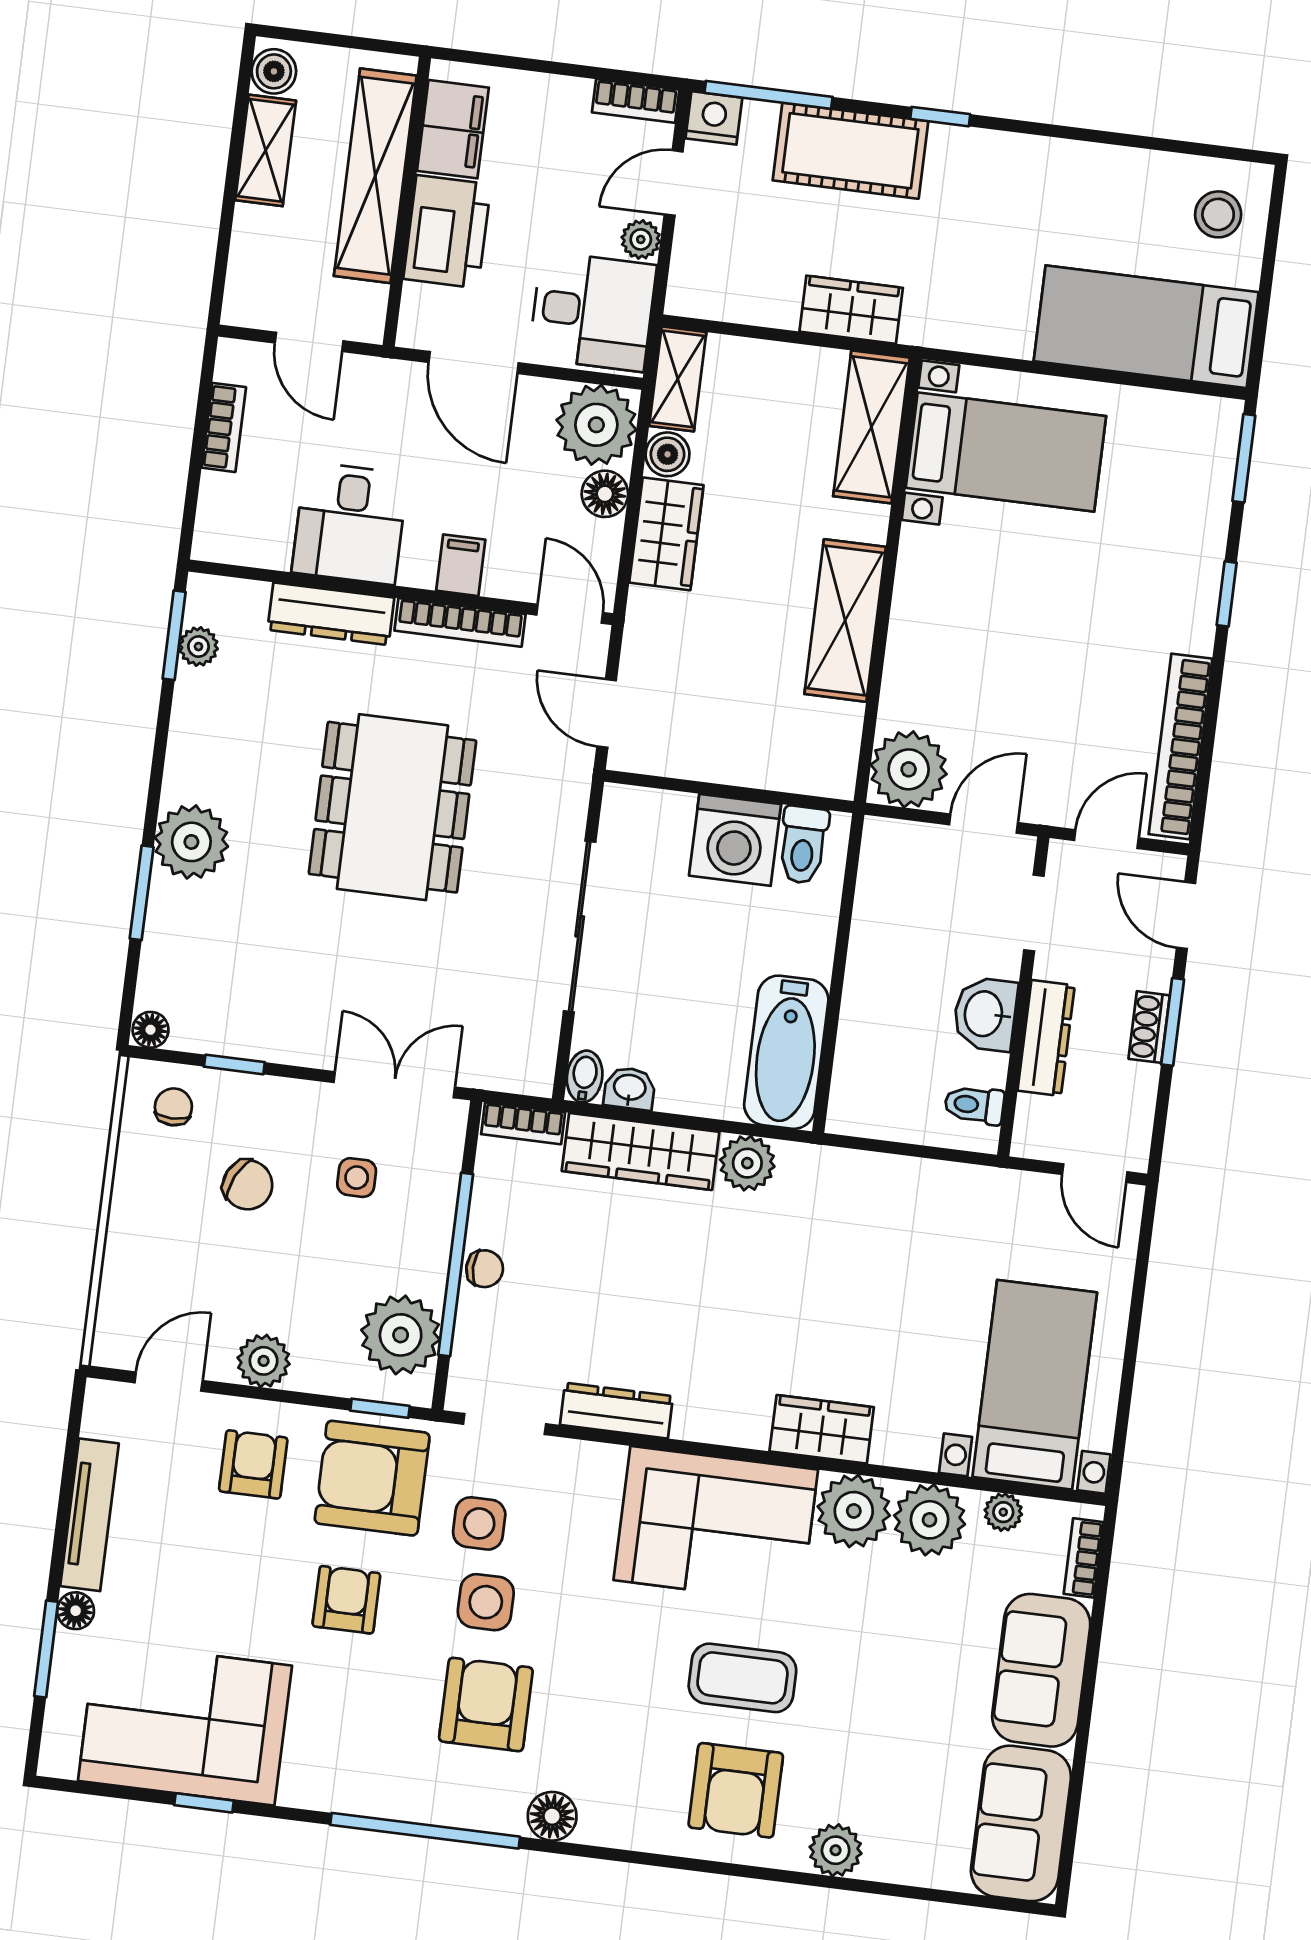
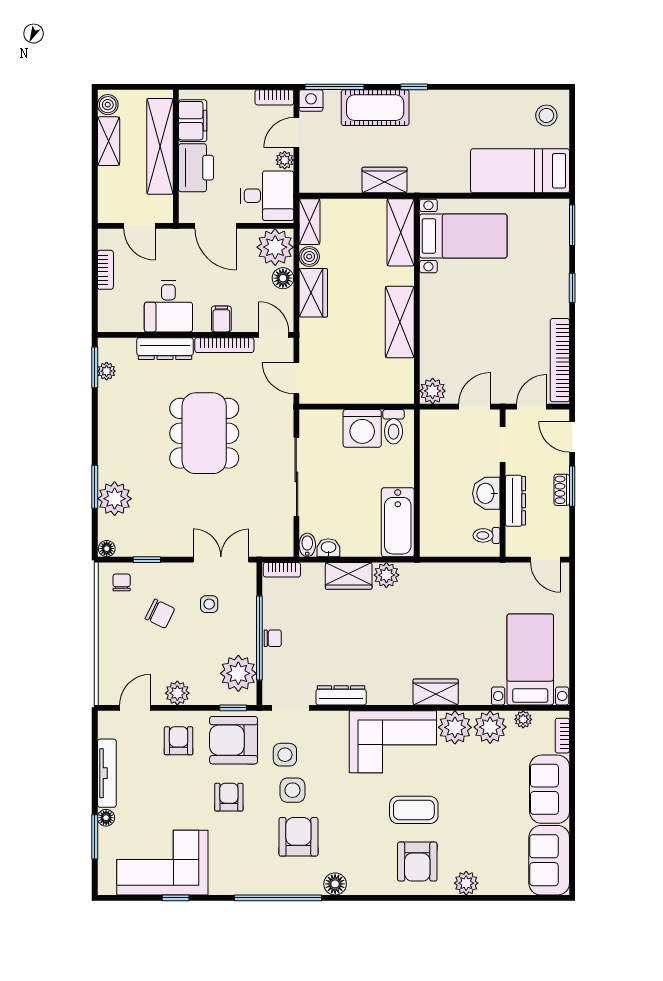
plant: (909, 769) -> (433, 391), width x0.73, depth x0.73
plant: (191, 842) -> (115, 499), moved
wardrobe: (641, 1151) -> (349, 576), width x0.67

